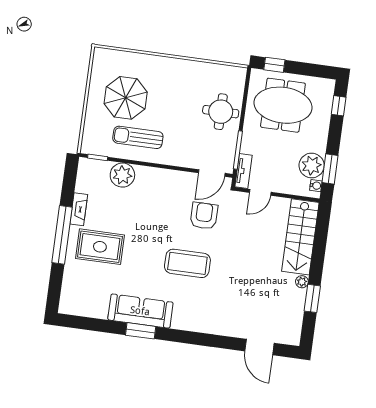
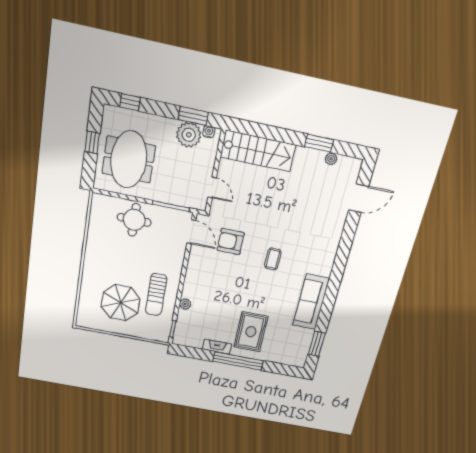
window: (274, 65) -> (92, 142), moved
tv unit: (243, 171) -> (191, 202), removed
plant: (122, 175) -> (185, 304), width x0.53, depth x0.53
coffee table: (187, 263) -> (273, 259), width x0.54, depth x0.58
plant: (302, 282) -> (331, 159), moved
window: (141, 331) -> (317, 344), moved

